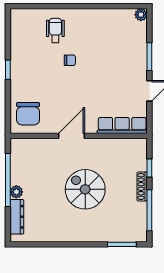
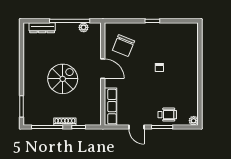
wheelchair: (55, 30) -> (167, 115), moved
chair: (28, 114) -> (123, 46), moved, turned -68
plant: (16, 192) -> (84, 27), moved

